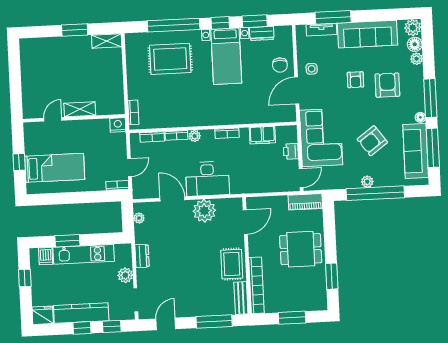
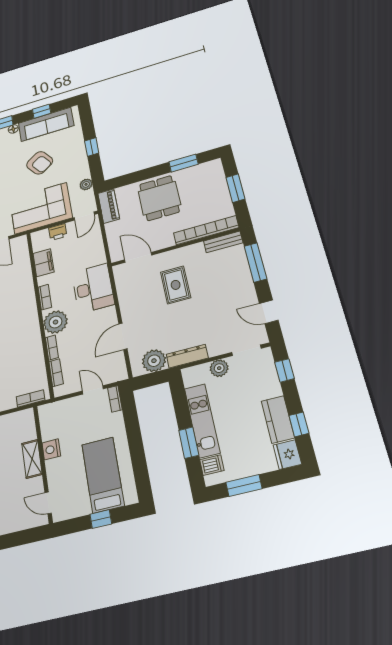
door: (53, 119) -> (48, 503), moved
nightstand: (118, 125) -> (51, 449), moved
plant: (195, 136) -> (55, 322), width x1.88, depth x1.88
window: (433, 148) -> (42, 111), width x0.46
door: (301, 178) -> (84, 216), swing flipped
desk: (207, 179) -> (93, 288), moved
plant: (367, 182) -> (86, 184), moved
window: (375, 193) -> (92, 147), width x0.32
plant: (204, 211) -> (132, 301), removed
plant: (139, 218) -> (154, 361), width x1.88, depth x1.88
dresser: (142, 256) -> (187, 356), width x1.44
rug: (232, 264) -> (176, 285), moved, turned 90
window: (25, 278) -> (244, 485), width x1.50
kitchen counter: (81, 313) -> (278, 419), width x0.67
window: (82, 328) -> (299, 424), moved

